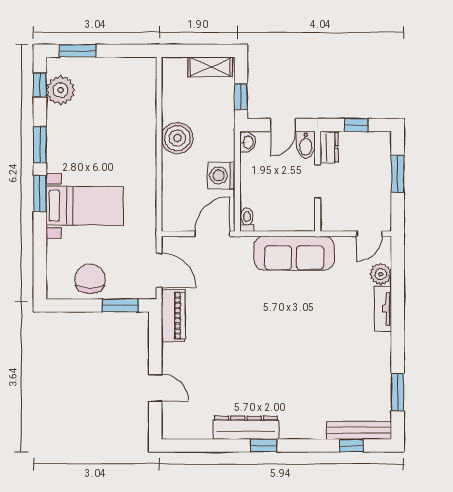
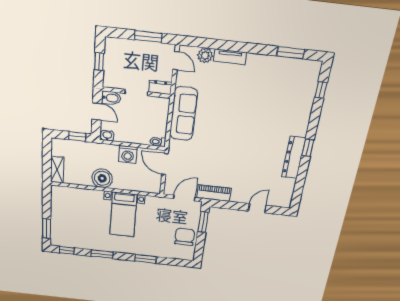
shelving: (210, 67) -> (57, 170), moved
plant: (60, 90) -> (70, 240), removed
dresser: (329, 147) -> (160, 87), moved
window: (398, 174) -> (148, 37), moved
window: (40, 194) -> (146, 259), moved
bed with nightstands: (85, 206) -> (123, 215), moved, turned 180
chair: (90, 279) -> (185, 237), turned 90
bench: (359, 430) -> (312, 83), removed

